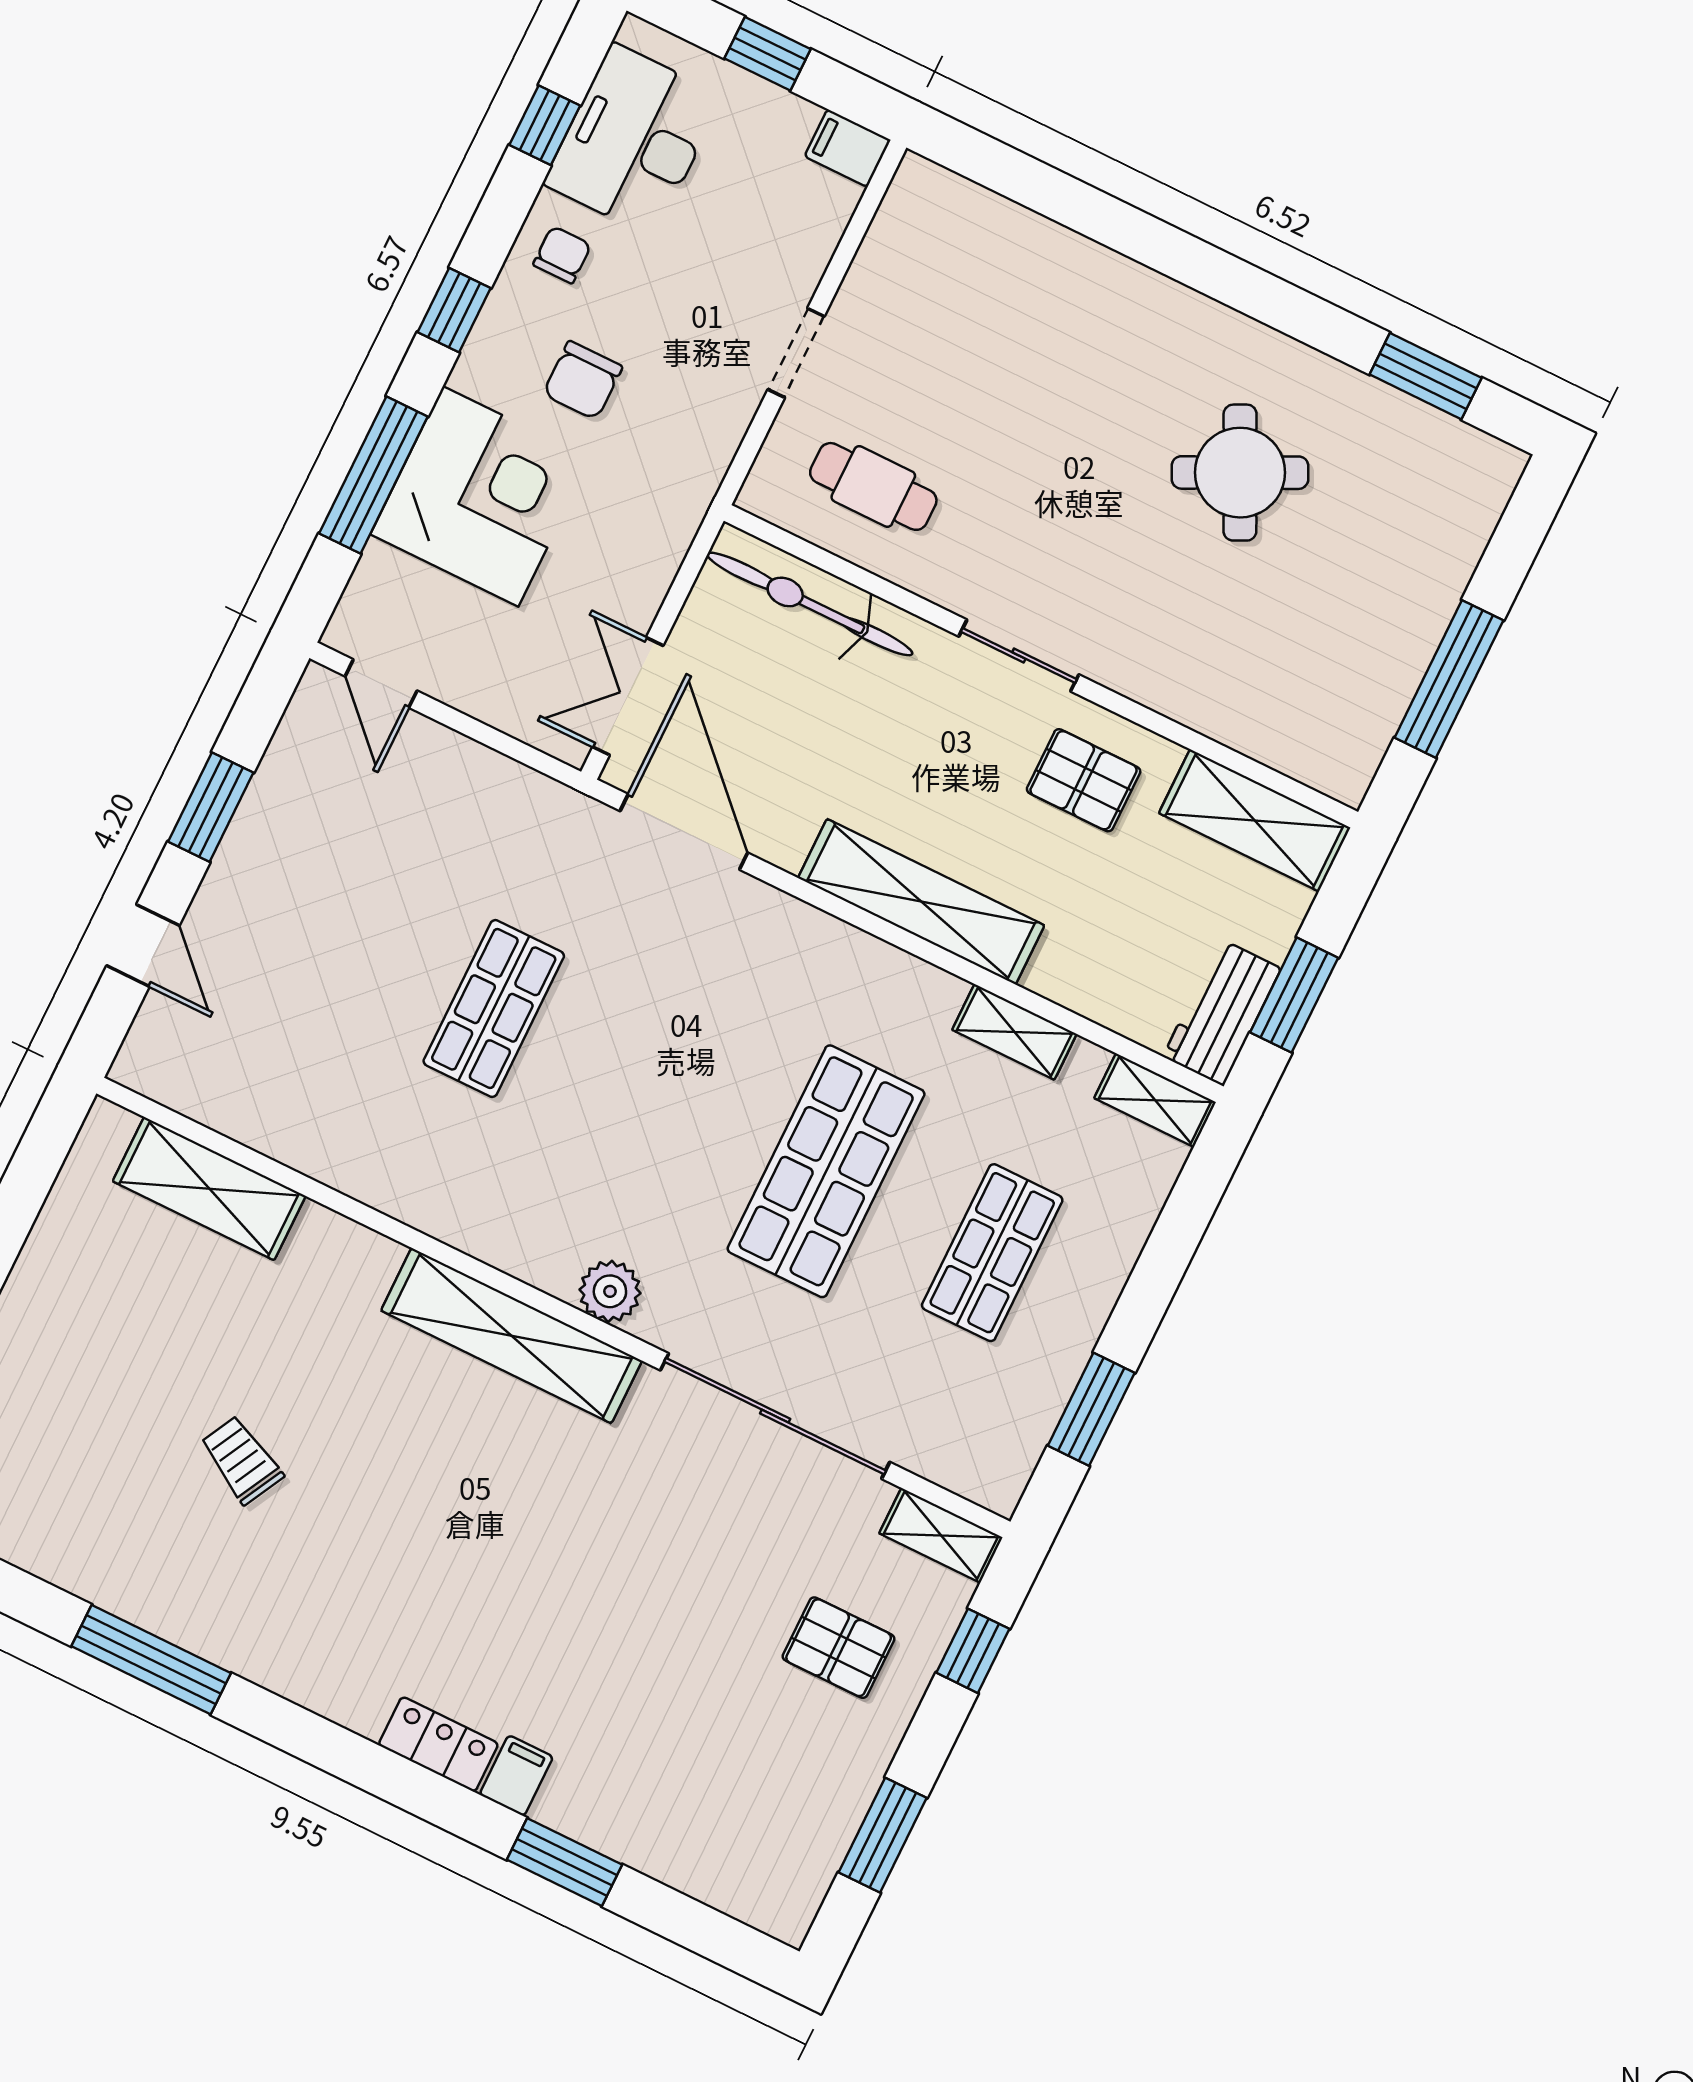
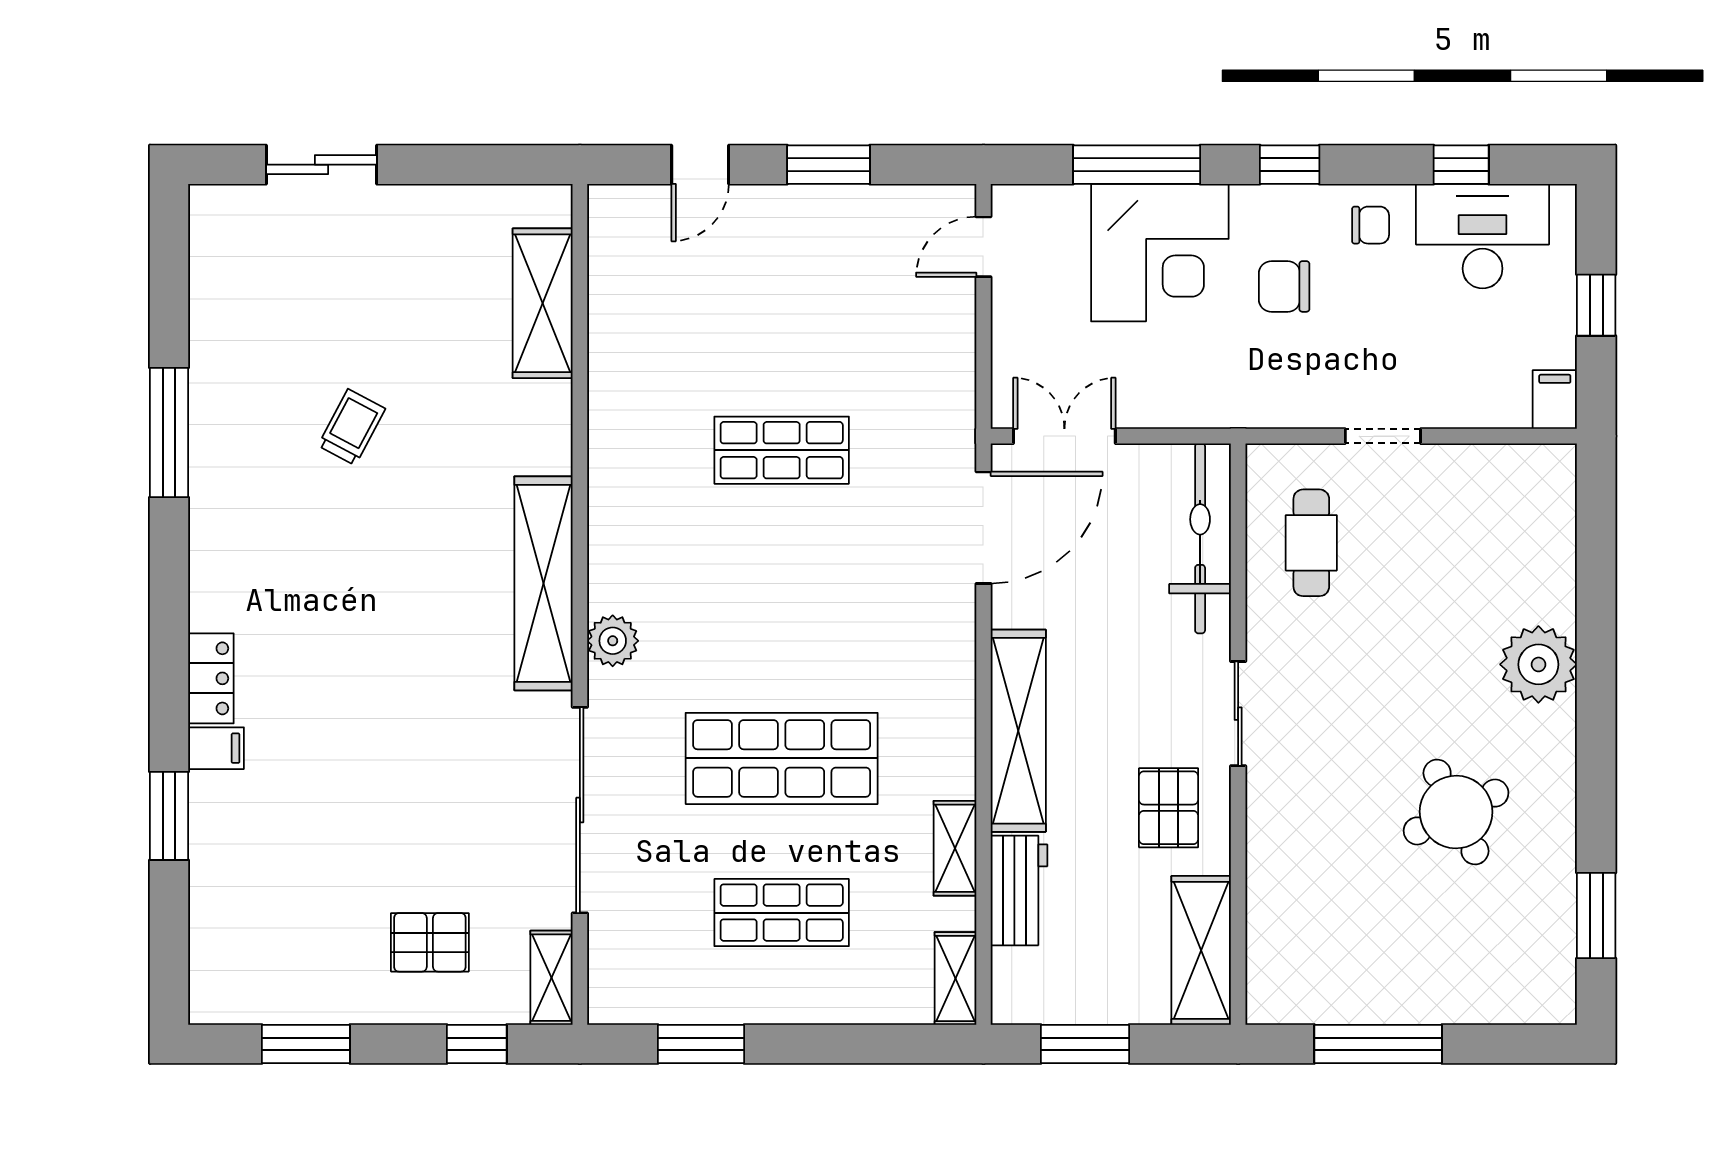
plant: (1124, 306) -> (1538, 664), added
workbench: (1222, 1012) -> (1019, 890), moved, turned 90
pallet: (839, 1648) -> (430, 942), turned 90

